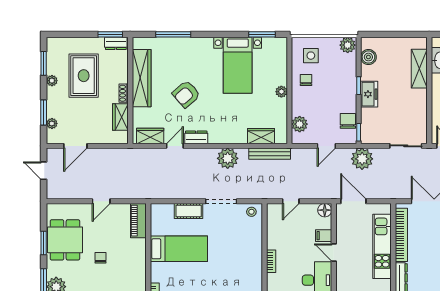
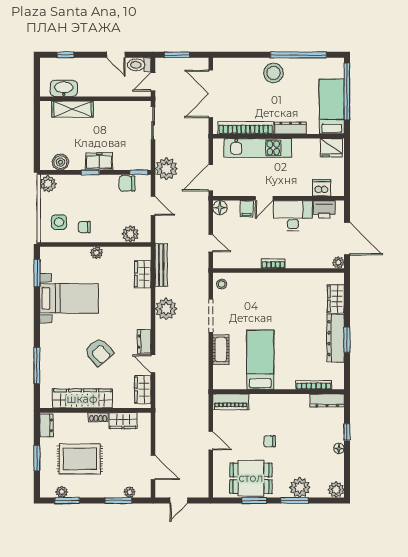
window: (110, 34) -> (37, 458), moved
plant: (52, 81) -> (62, 492), moved

